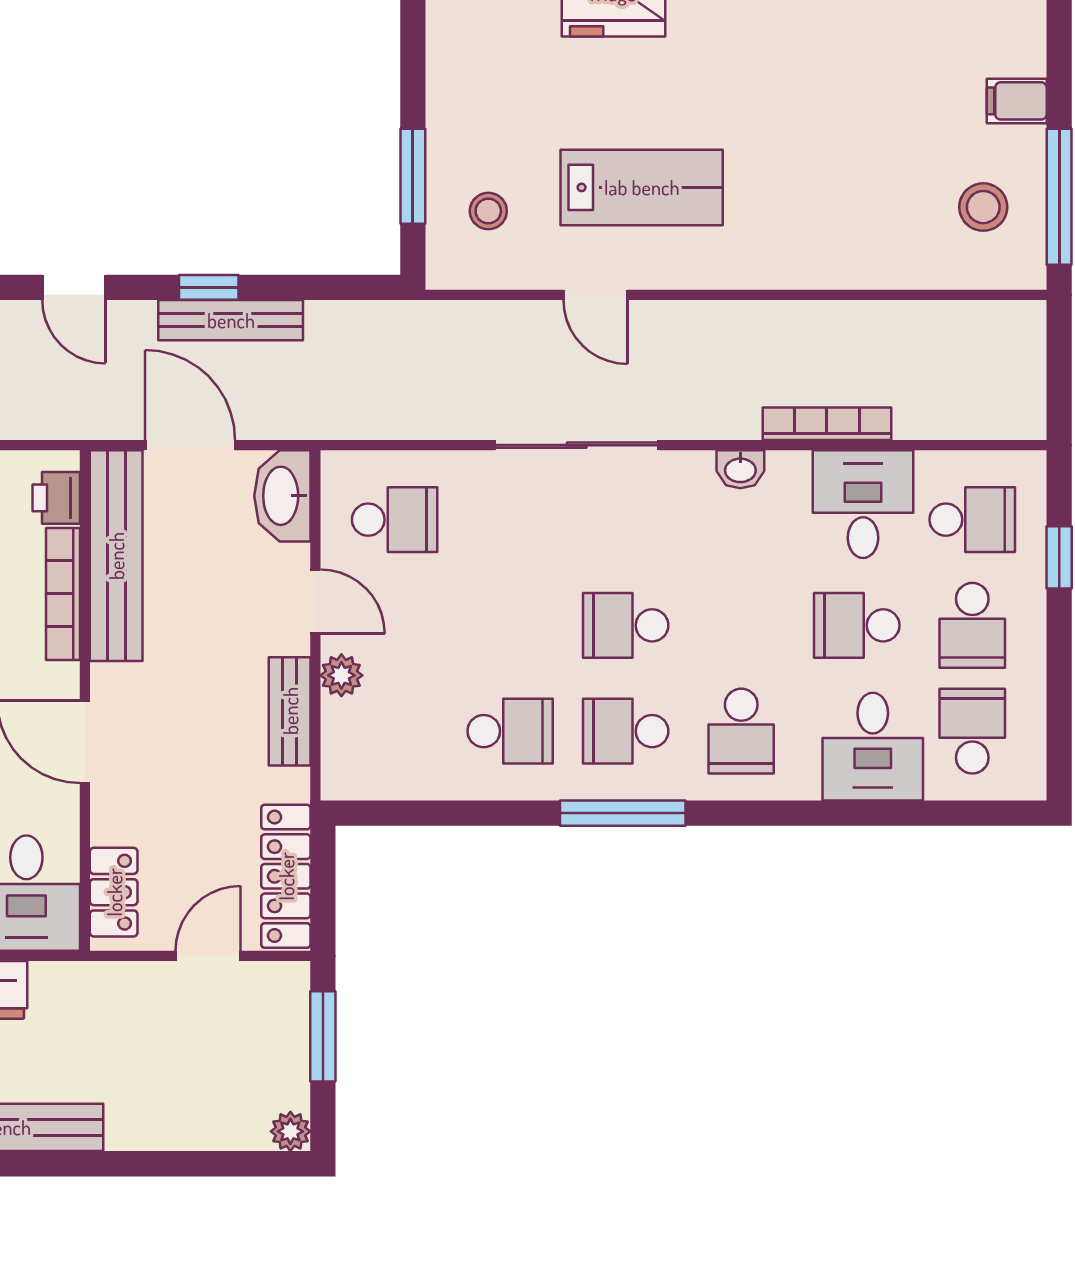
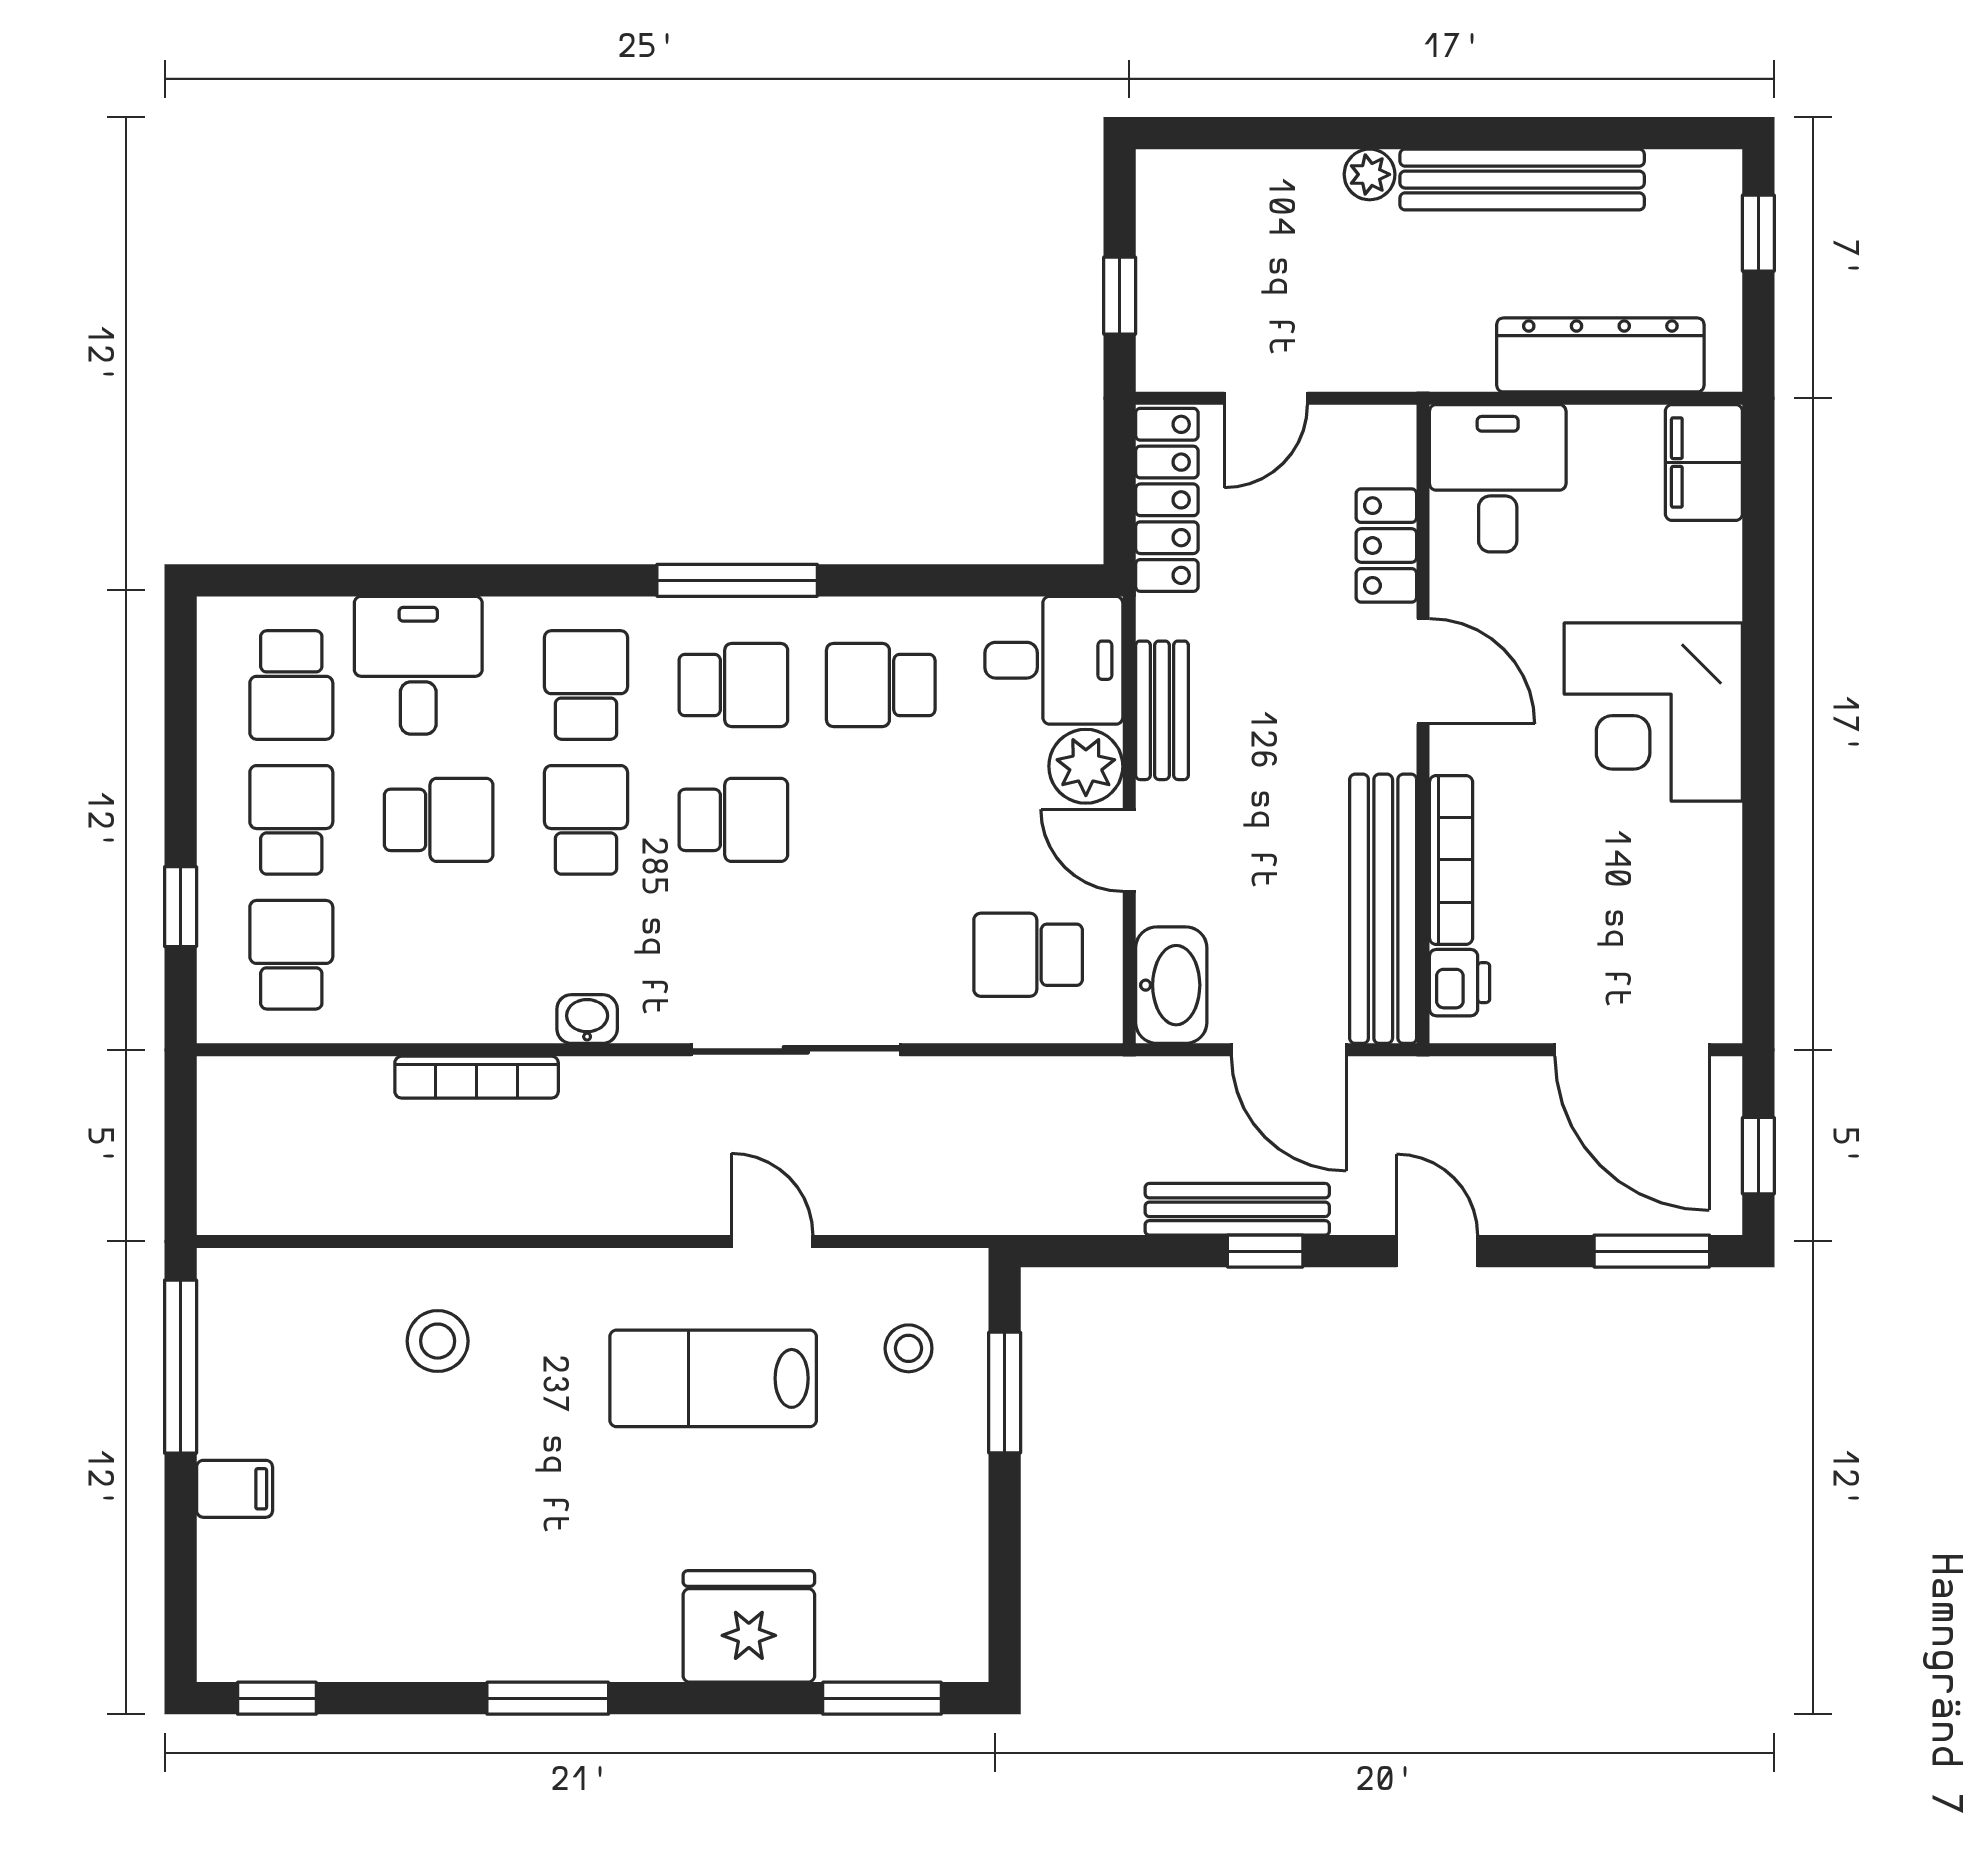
stool: (983, 207) -> (438, 1341), moved
desk: (863, 504) -> (1054, 660), moved, turned -90
school desk: (972, 520) -> (291, 955), turned 90
school desk: (741, 625) -> (586, 820), added
plant: (341, 675) -> (1086, 766), width x1.38, depth x1.38
locker: (114, 892) -> (1386, 546), moved
window: (323, 1036) -> (1120, 296), width x0.67
plant: (290, 1131) -> (1370, 174), moved

